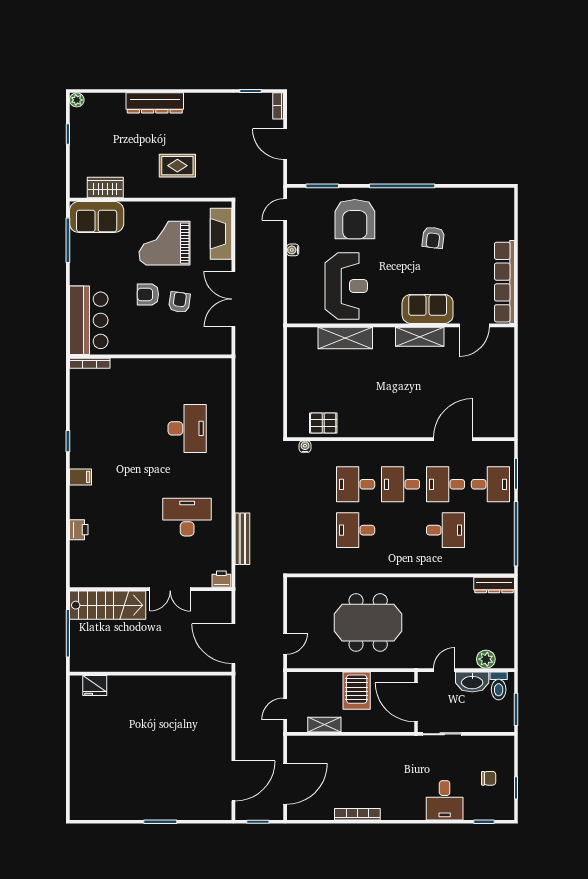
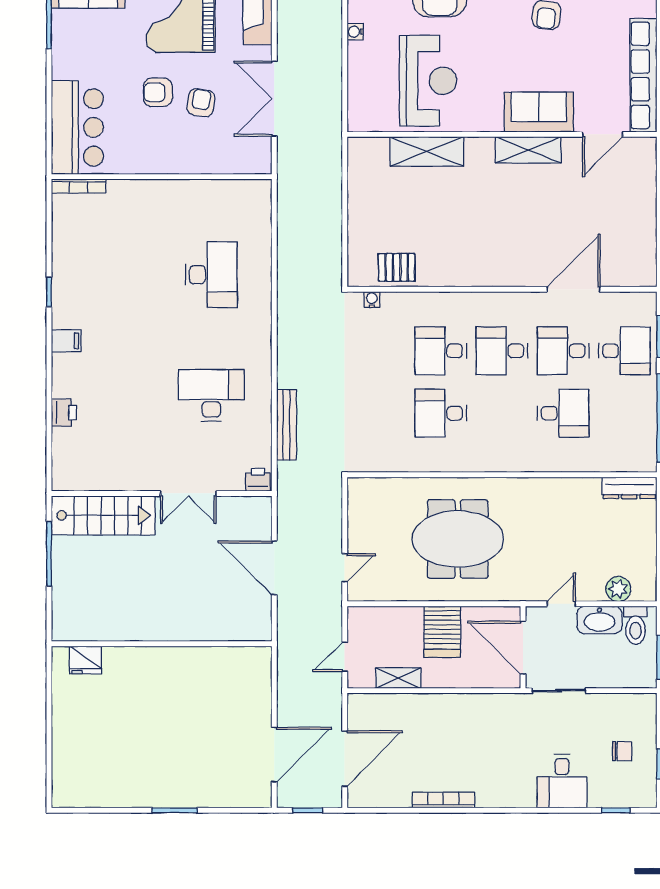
wall: (151, 674) -> (162, 644), moved
fridge: (95, 685) -> (85, 660), moved

